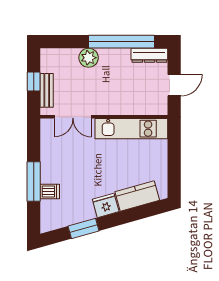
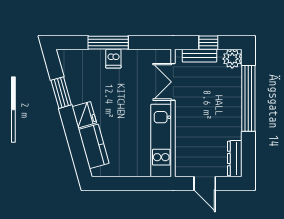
window: (121, 42) -> (248, 98), moved
plant: (89, 58) -> (232, 59), moved
dishwasher: (50, 192) -> (113, 59), moved

